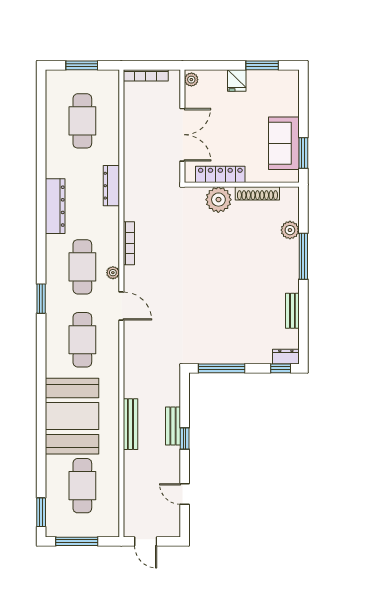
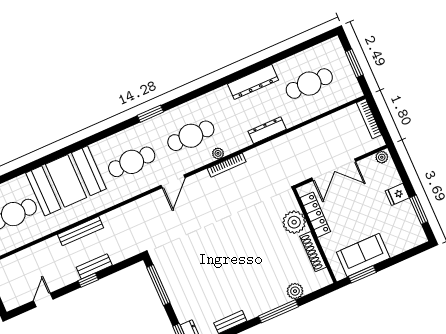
dresser: (55, 206) -> (253, 82), moved
plant: (113, 273) -> (218, 153), moved

